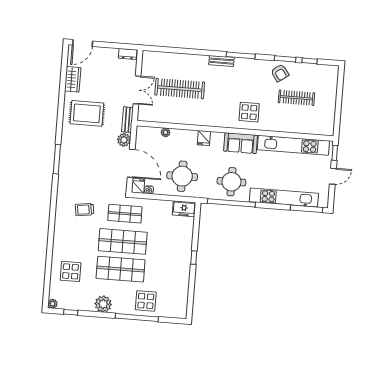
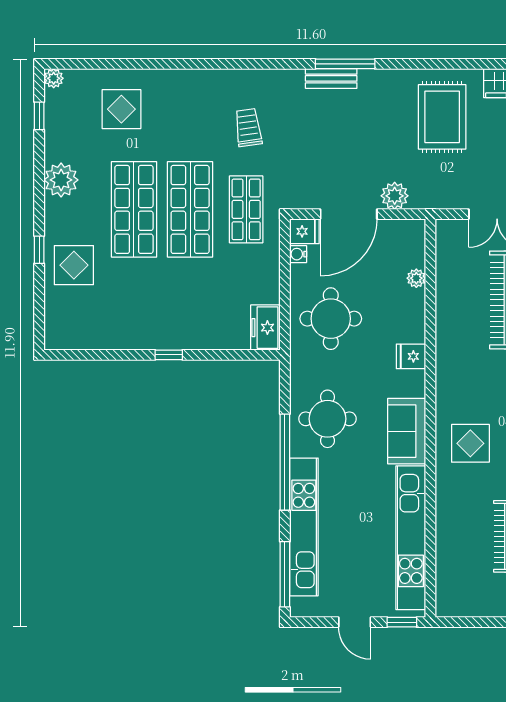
bench: (127, 120) -> (331, 78), moved
window: (231, 203) -> (285, 462), moved
window: (137, 318) -> (39, 250), width x0.32

